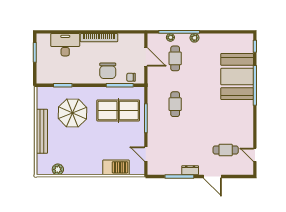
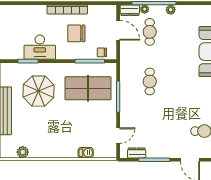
dresser: (157, 38) -> (130, 10), added
desk: (65, 45) -> (40, 47), moved, turned 180
chair: (108, 71) -> (76, 33), moved, turned 90
door: (146, 154) -> (118, 136), swing flipped
barbecue: (116, 167) -> (86, 153), width x0.53, depth x0.65
dresser: (190, 170) -> (137, 153), moved

